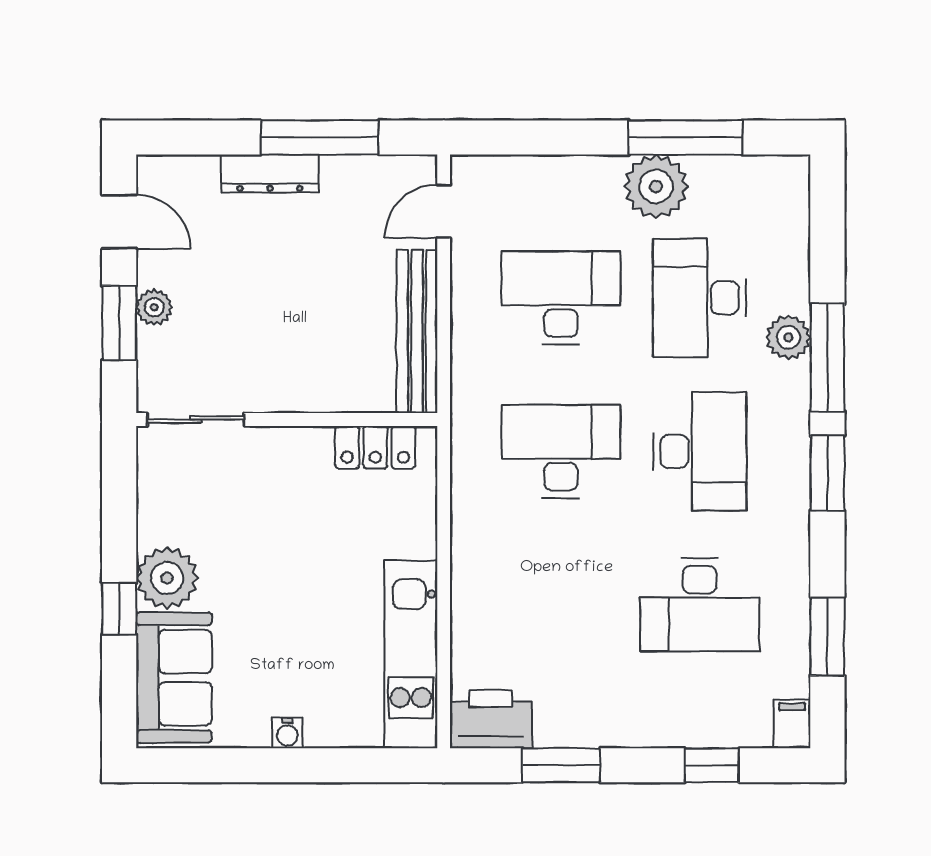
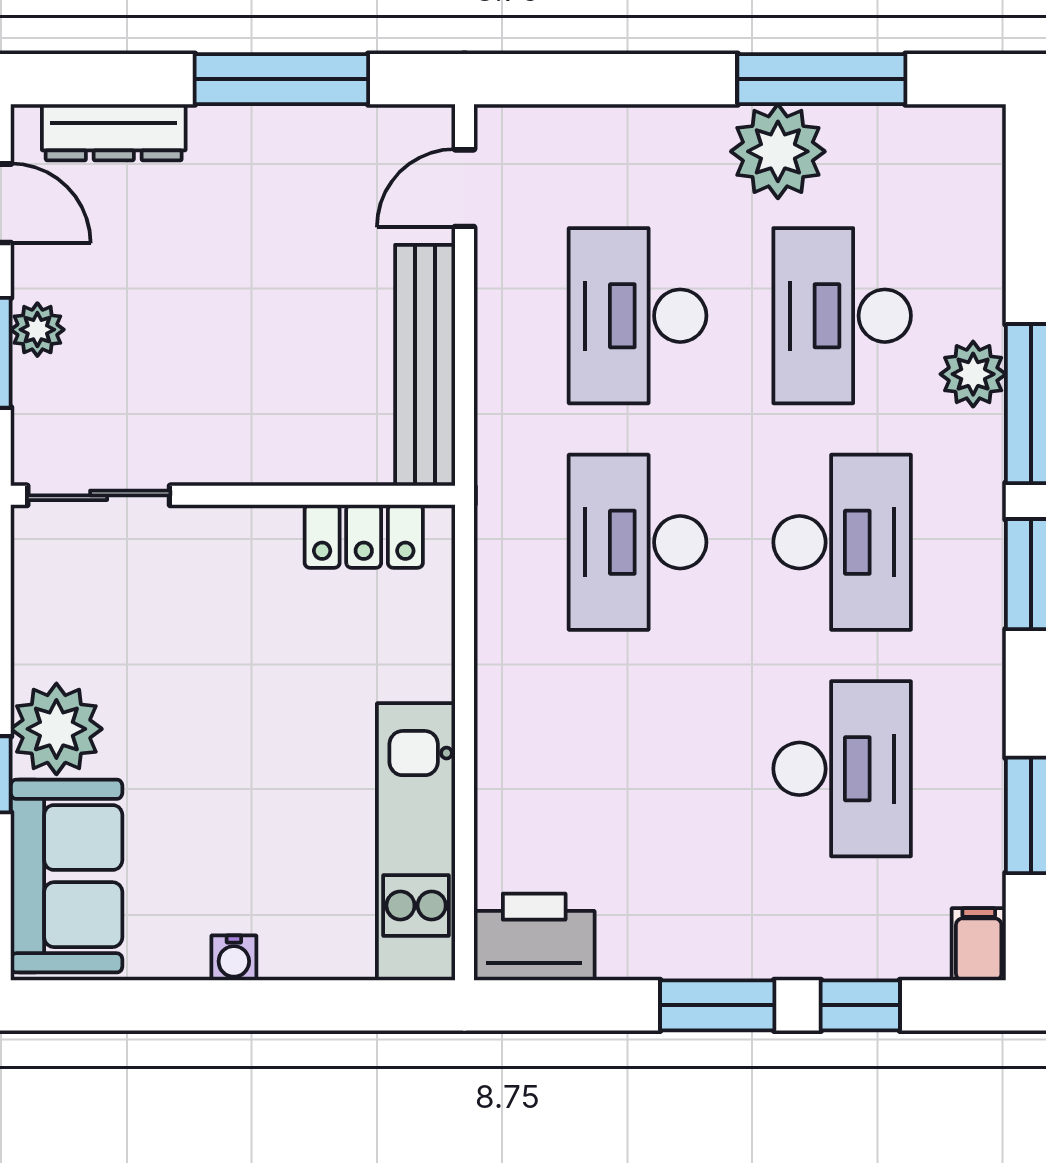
dresser: (270, 174) -> (114, 132), moved
desk: (561, 298) -> (637, 316), turned -90
desk: (561, 451) -> (637, 542), turned -90
desk: (700, 605) -> (842, 769), turned -90
window: (561, 765) -> (717, 1005), moved

